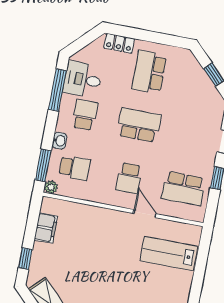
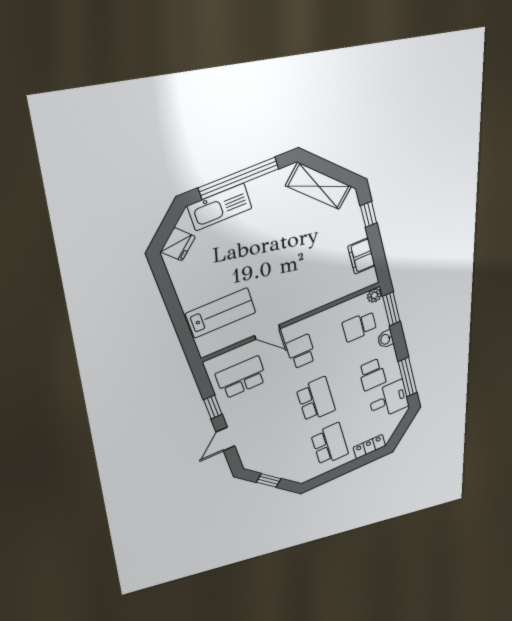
school desk: (139, 125) -> (316, 400), turned -90

